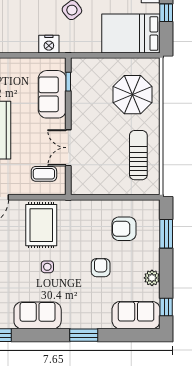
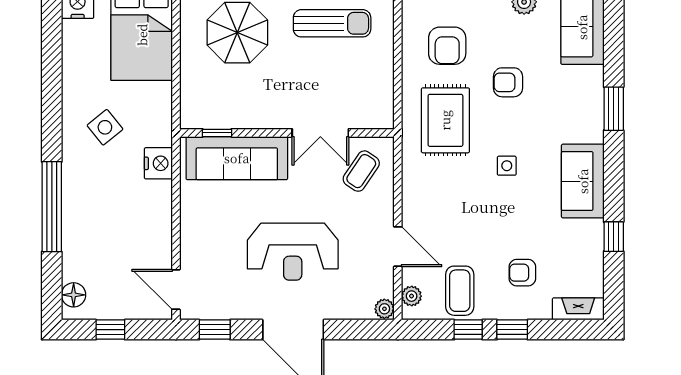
sofa: (52, 94) -> (237, 158), width x1.36
sun lounger: (138, 155) -> (332, 23), turned 180
coffee table: (44, 174) -> (361, 171), turned 34
rug: (41, 225) -> (445, 120), moved, turned 90

